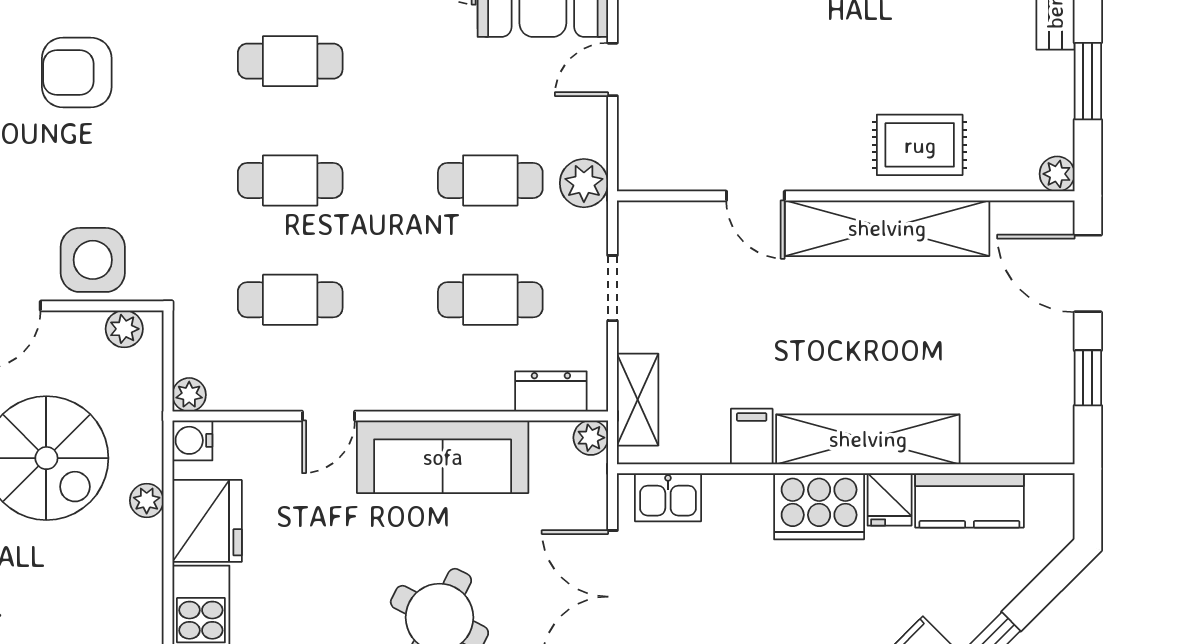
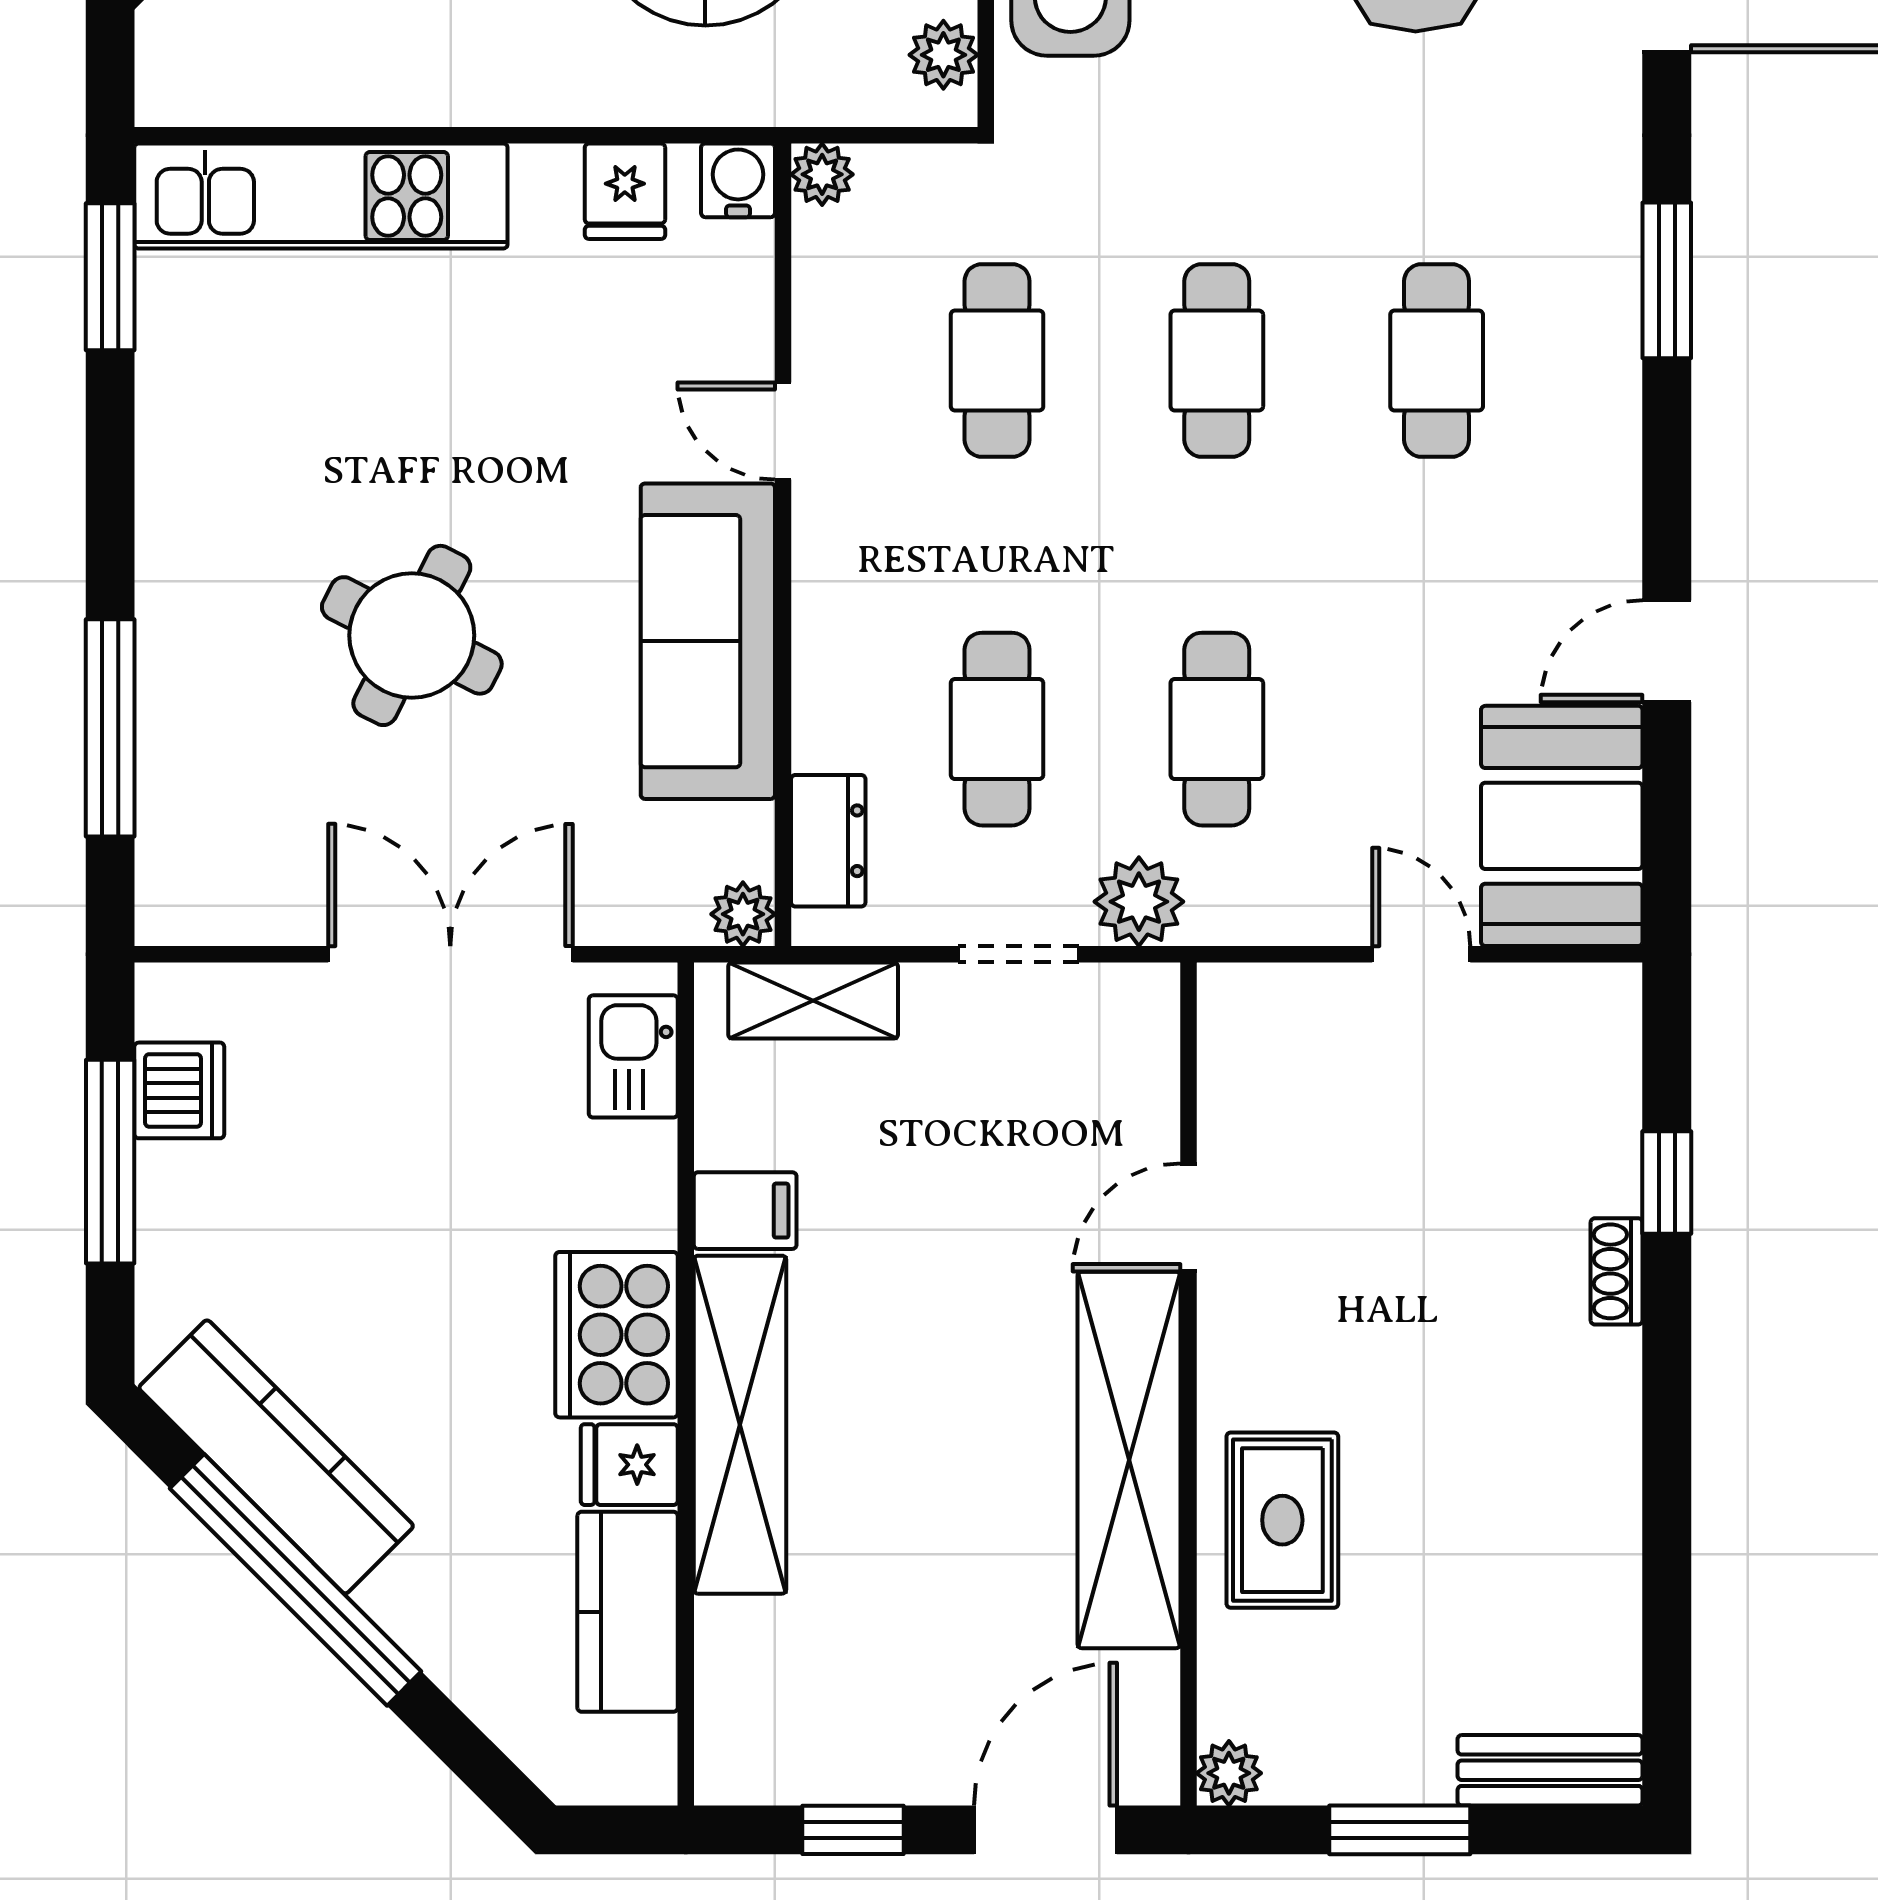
plant: (584, 183) -> (1139, 902), moved
plant: (147, 501) -> (627, 96), removed
fridge: (207, 521) -> (625, 191), width x0.53, depth x0.75

